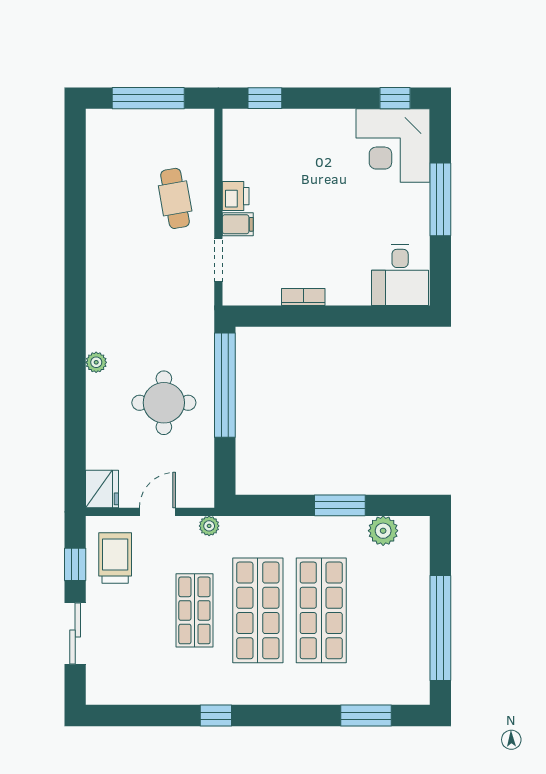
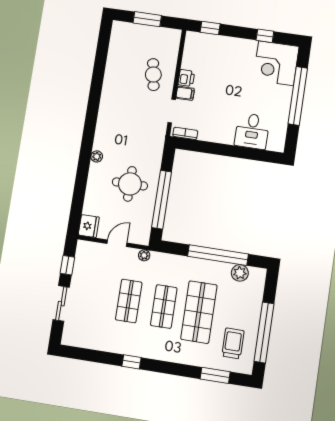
window: (148, 98) -> (147, 19), width x0.69
window: (395, 98) -> (265, 36), moved
window: (440, 199) -> (298, 96), width x1.46
desk: (400, 275) -> (252, 131), moved
bookcase: (303, 297) -> (185, 133), moved
window: (225, 385) -> (162, 200), moved
window: (340, 505) -> (218, 255), width x2.11
trolley: (115, 558) -> (233, 343), moved
shop shelf: (258, 610) -> (164, 307), width x0.70, depth x0.74

